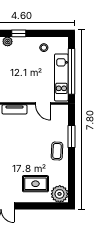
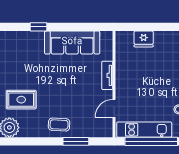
rug: (35, 184) -> (21, 100), turned 90

